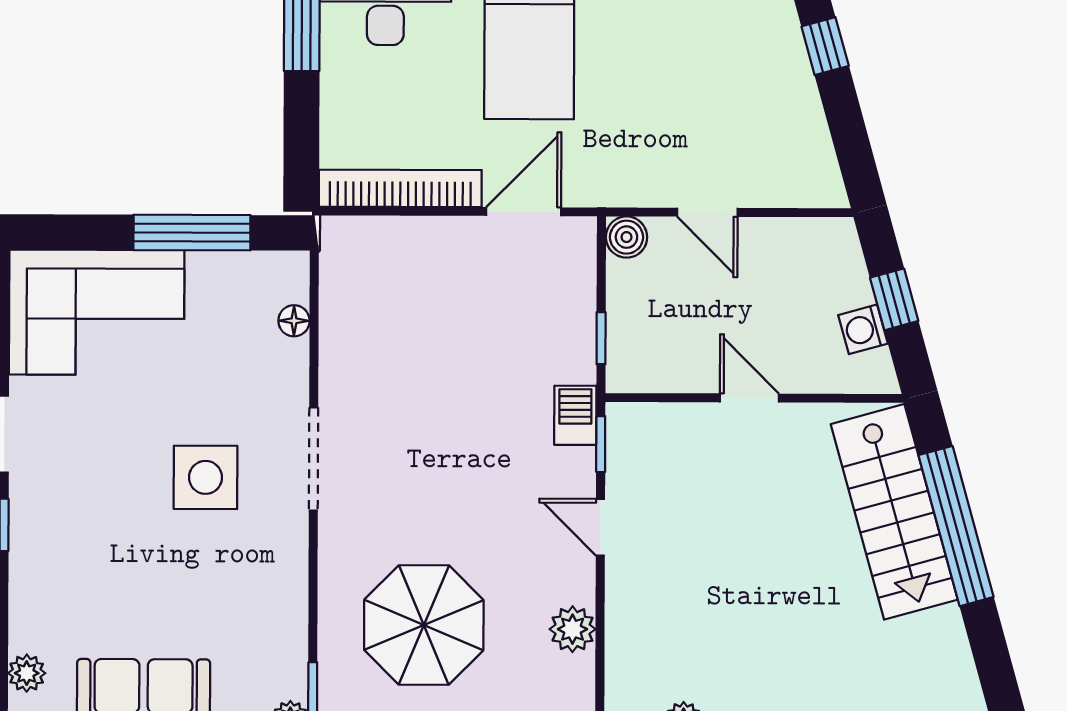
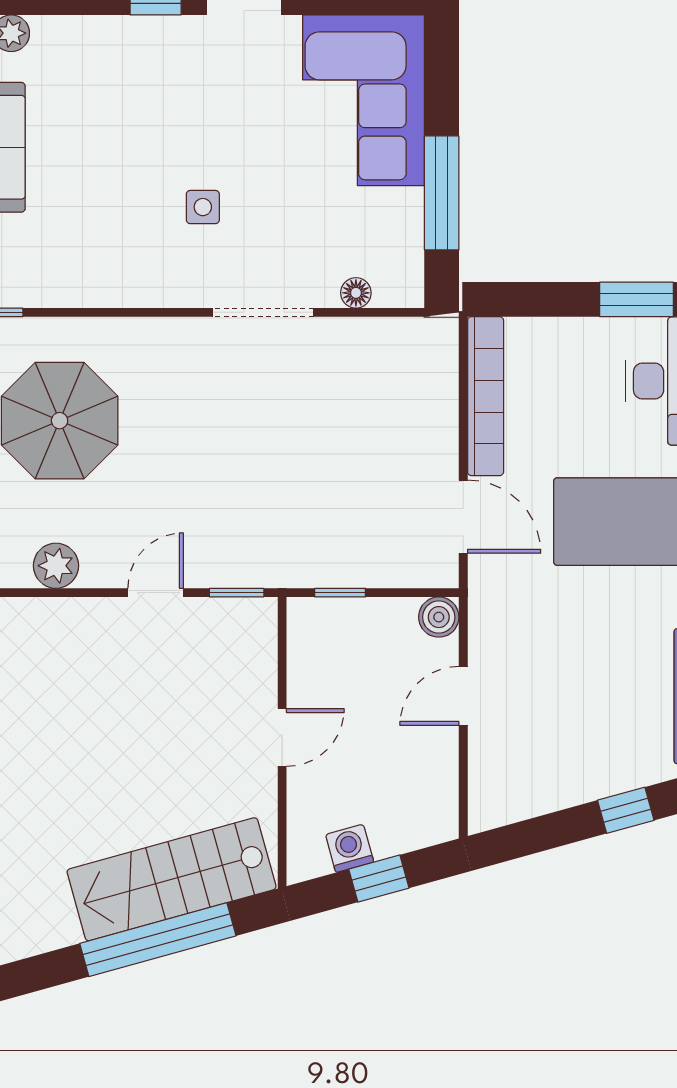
barbecue: (575, 415) -> (265, 568), removed
doorway: (314, 459) -> (263, 312), moved
side table: (206, 477) -> (203, 207), width x0.54, depth x0.54

